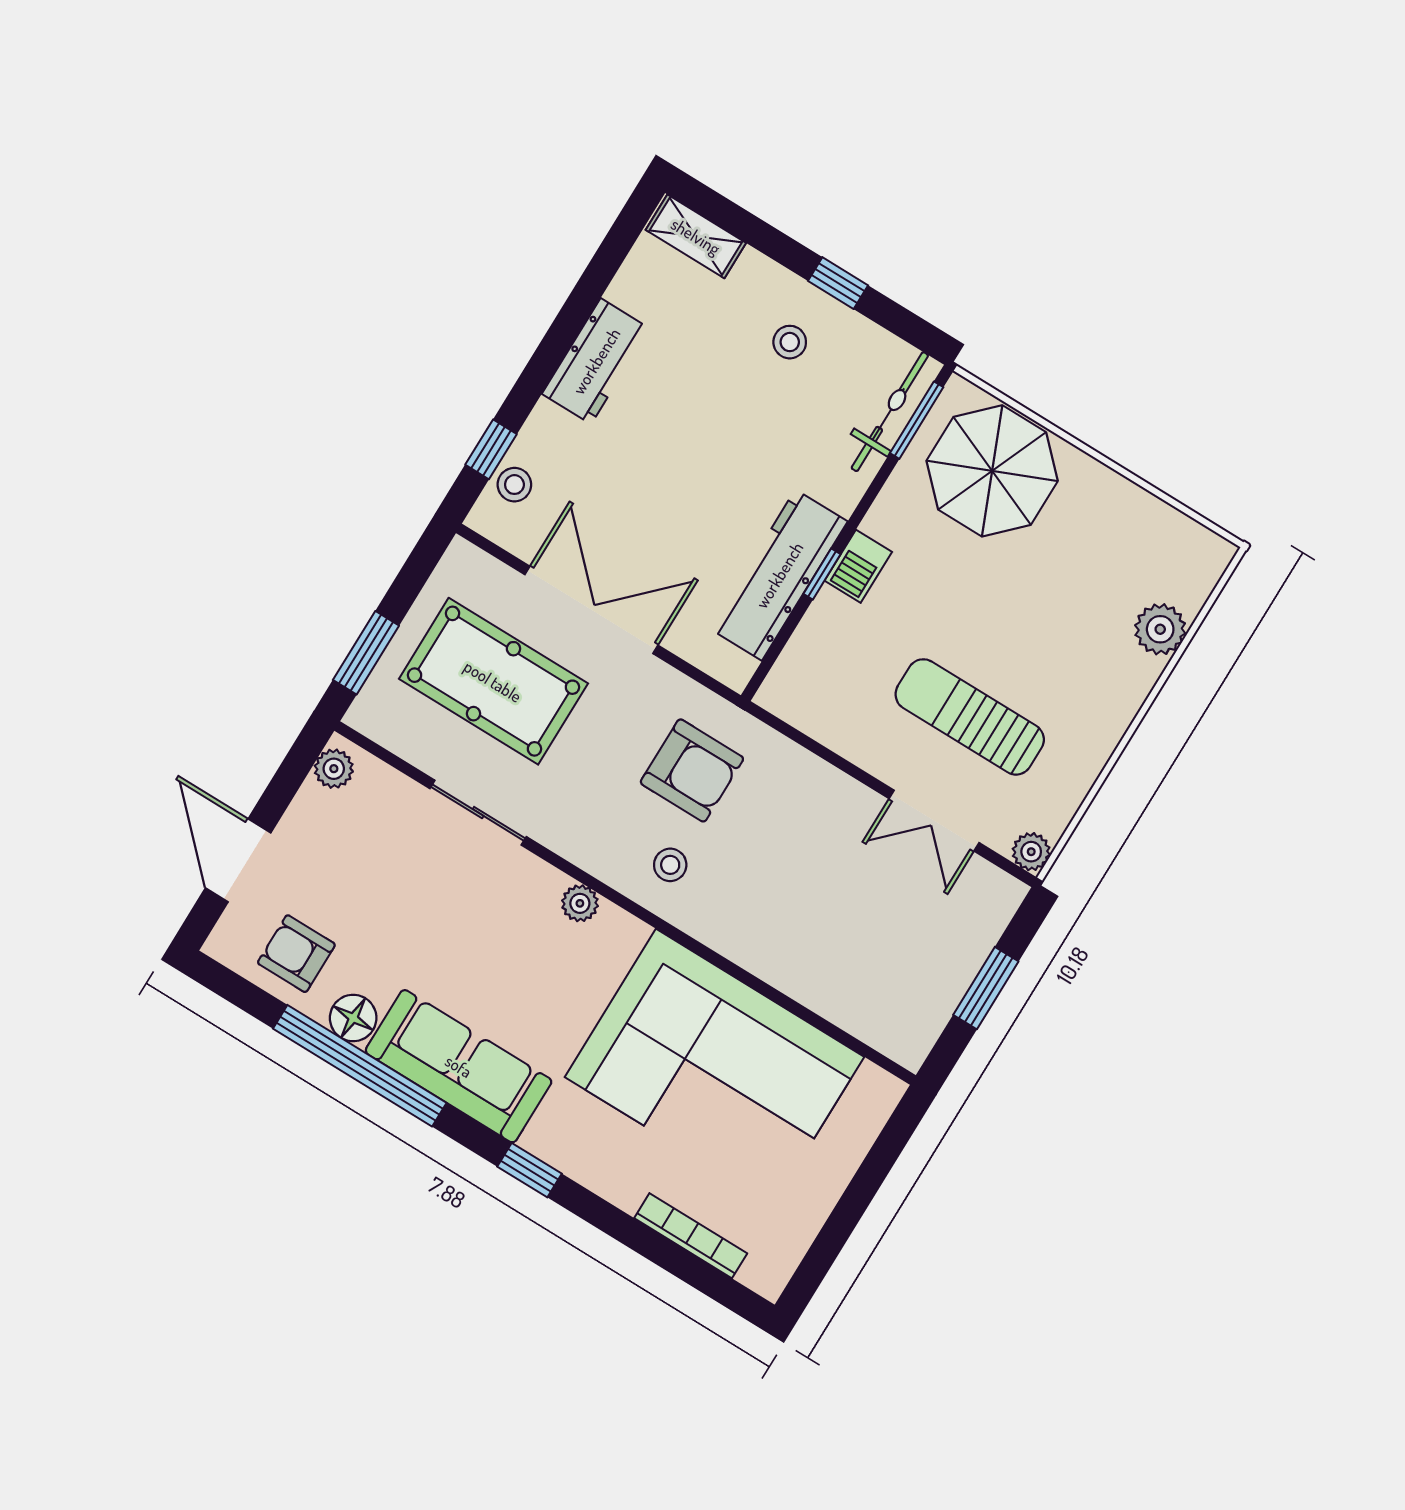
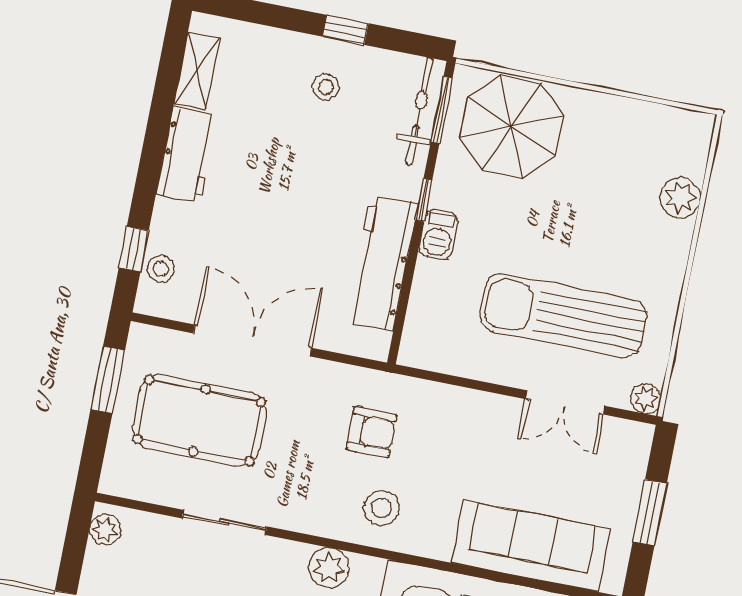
shelving: (696, 236) -> (197, 71), moved, turned 90
window: (822, 574) -> (424, 200), moved
window: (366, 653) -> (108, 380), moved
sun lounger: (970, 717) -> (563, 316), width x1.36, depth x1.34
armchair: (692, 770) -> (371, 432), width x0.72, depth x0.72
stool: (670, 865) -> (381, 508), width x1.37, depth x1.37
plant: (580, 903) -> (329, 568), width x1.38, depth x1.38
sofa: (830, 975) -> (531, 546), added

